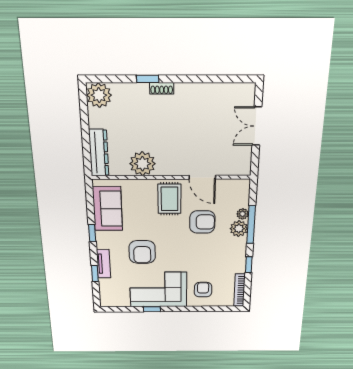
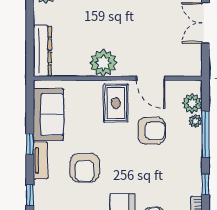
plant: (142, 164) -> (103, 63), moved
plant: (239, 229) -> (192, 103), moved
tv unit: (103, 264) -> (40, 160), moved

